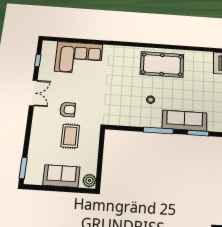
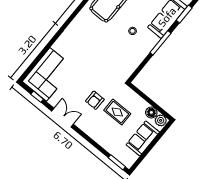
corner sofa: (79, 58) -> (48, 74), moved
armchair: (68, 110) -> (95, 100), turned 180
floor lamp: (91, 167) -> (151, 112), added

